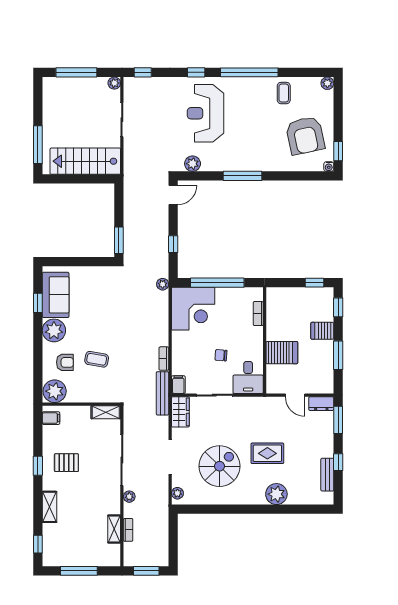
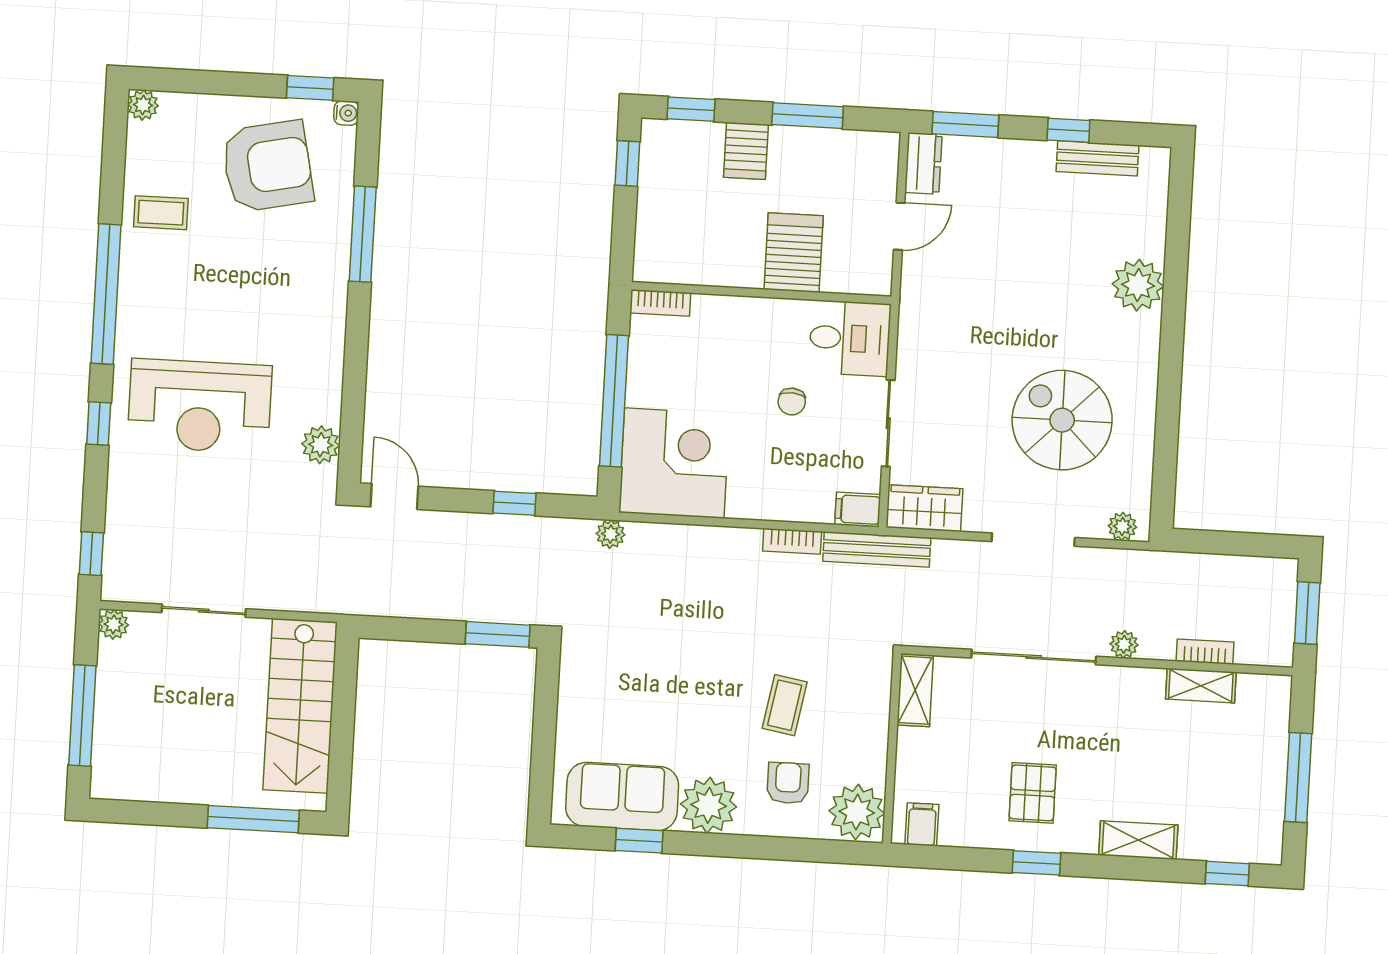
window: (243, 176) -> (363, 234), moved
bookcase: (258, 314) -> (660, 303), moved
rug: (267, 453) -> (1037, 302), removed

